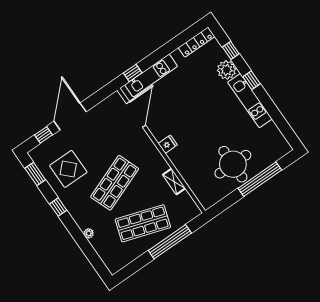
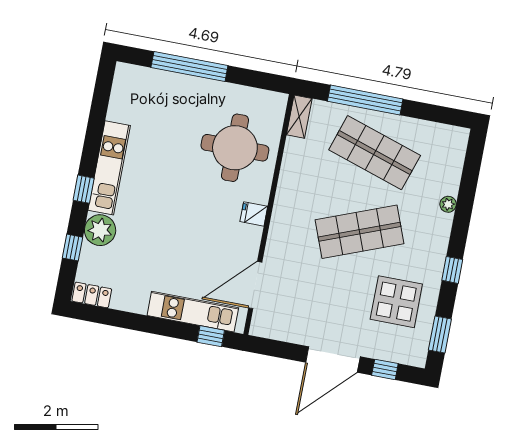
locker: (197, 42) -> (92, 295), width x0.66
round table: (233, 164) -> (235, 148), moved
shelving: (174, 181) -> (299, 117), moved

